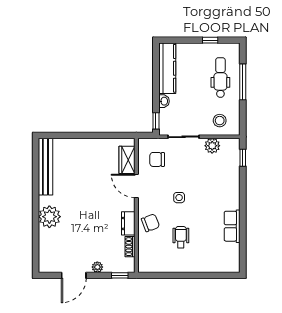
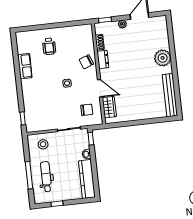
dental chair: (220, 77) -> (46, 177), turned 180
plant: (212, 146) -> (47, 125), removed
wheelchair: (181, 237) -> (49, 46), moved

